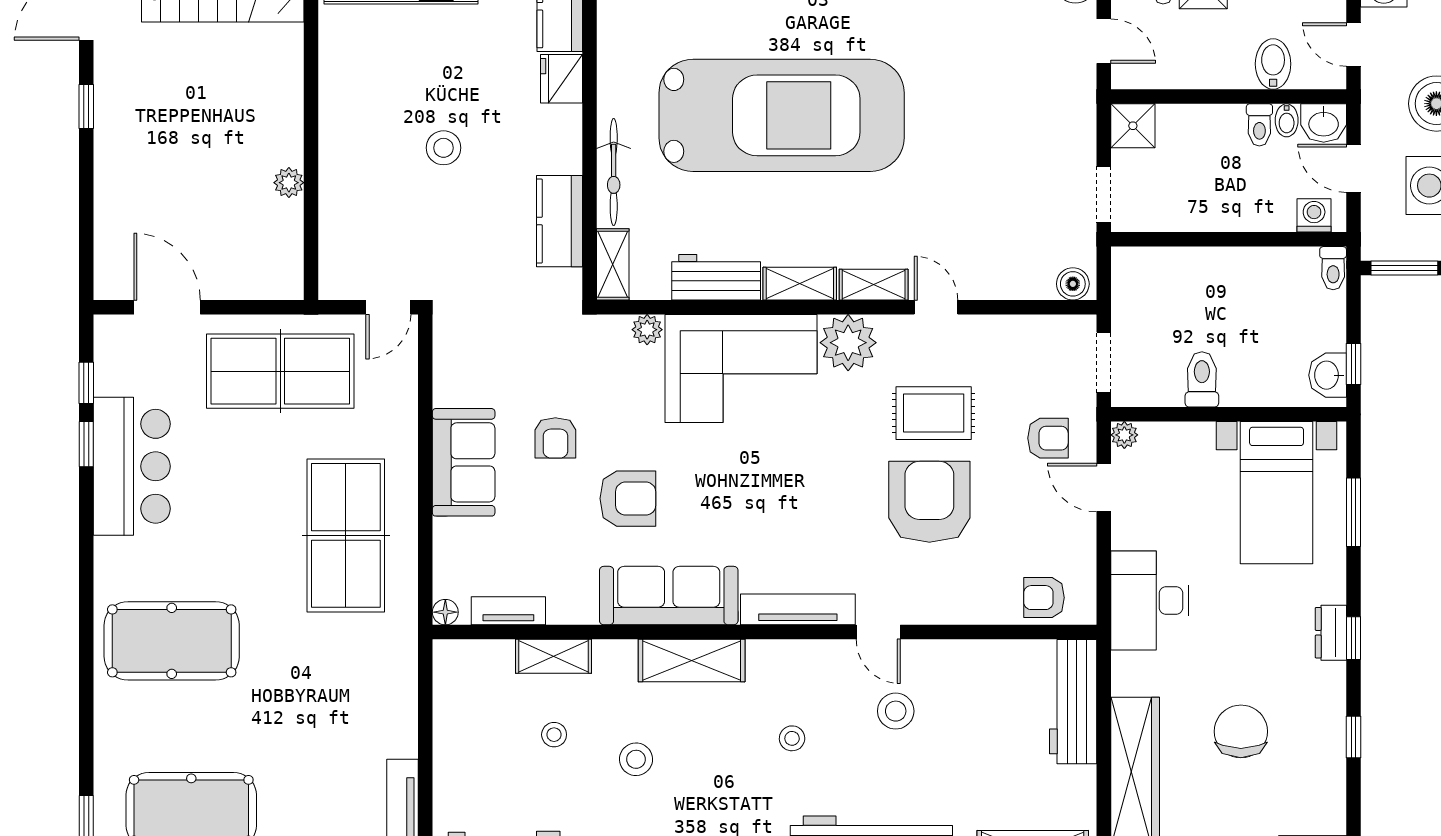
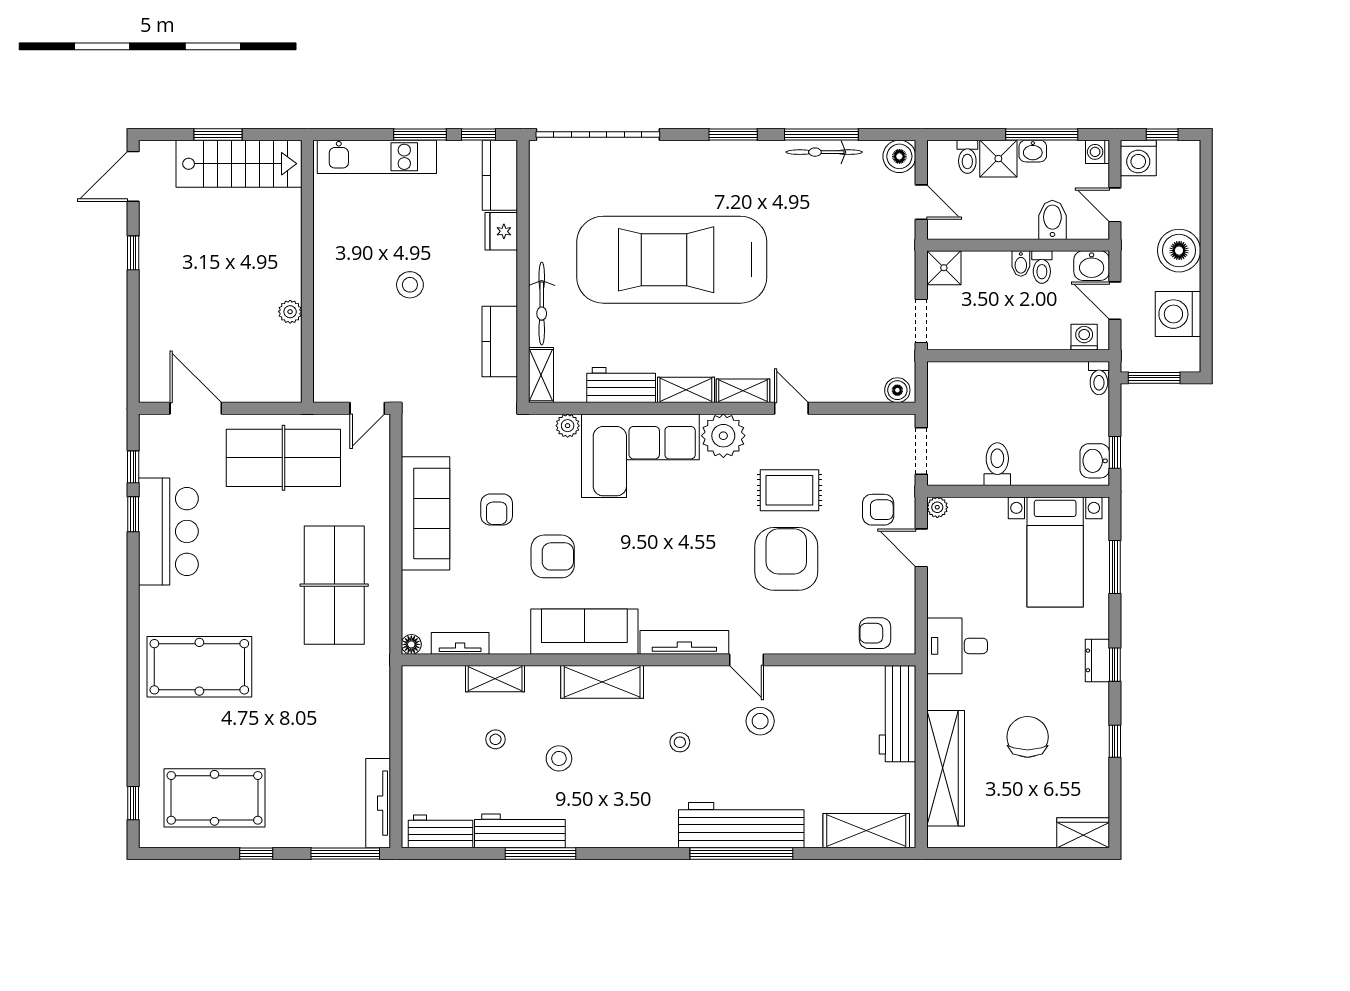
car: (782, 115) -> (672, 260), turned 180
bidet: (1287, 120) -> (1021, 264), moved
sofa: (464, 462) -> (425, 513), width x1.36
desk: (1150, 600) -> (957, 646), width x0.73

